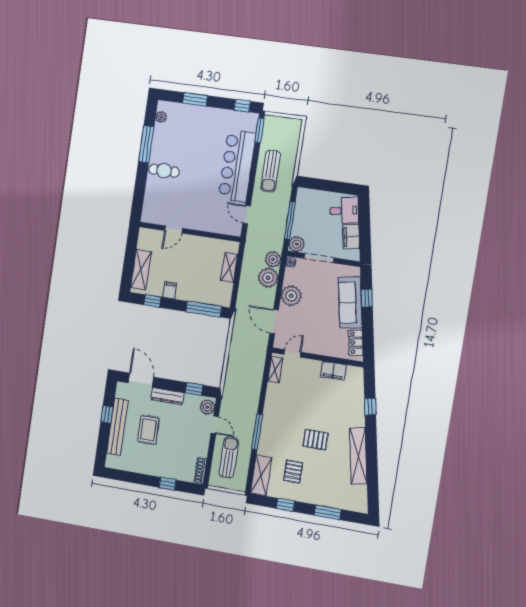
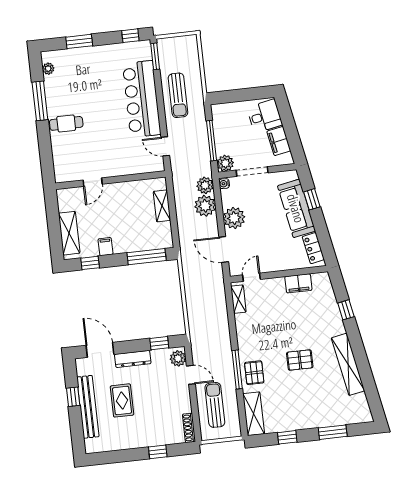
pallet: (293, 471) -> (254, 373), moved

